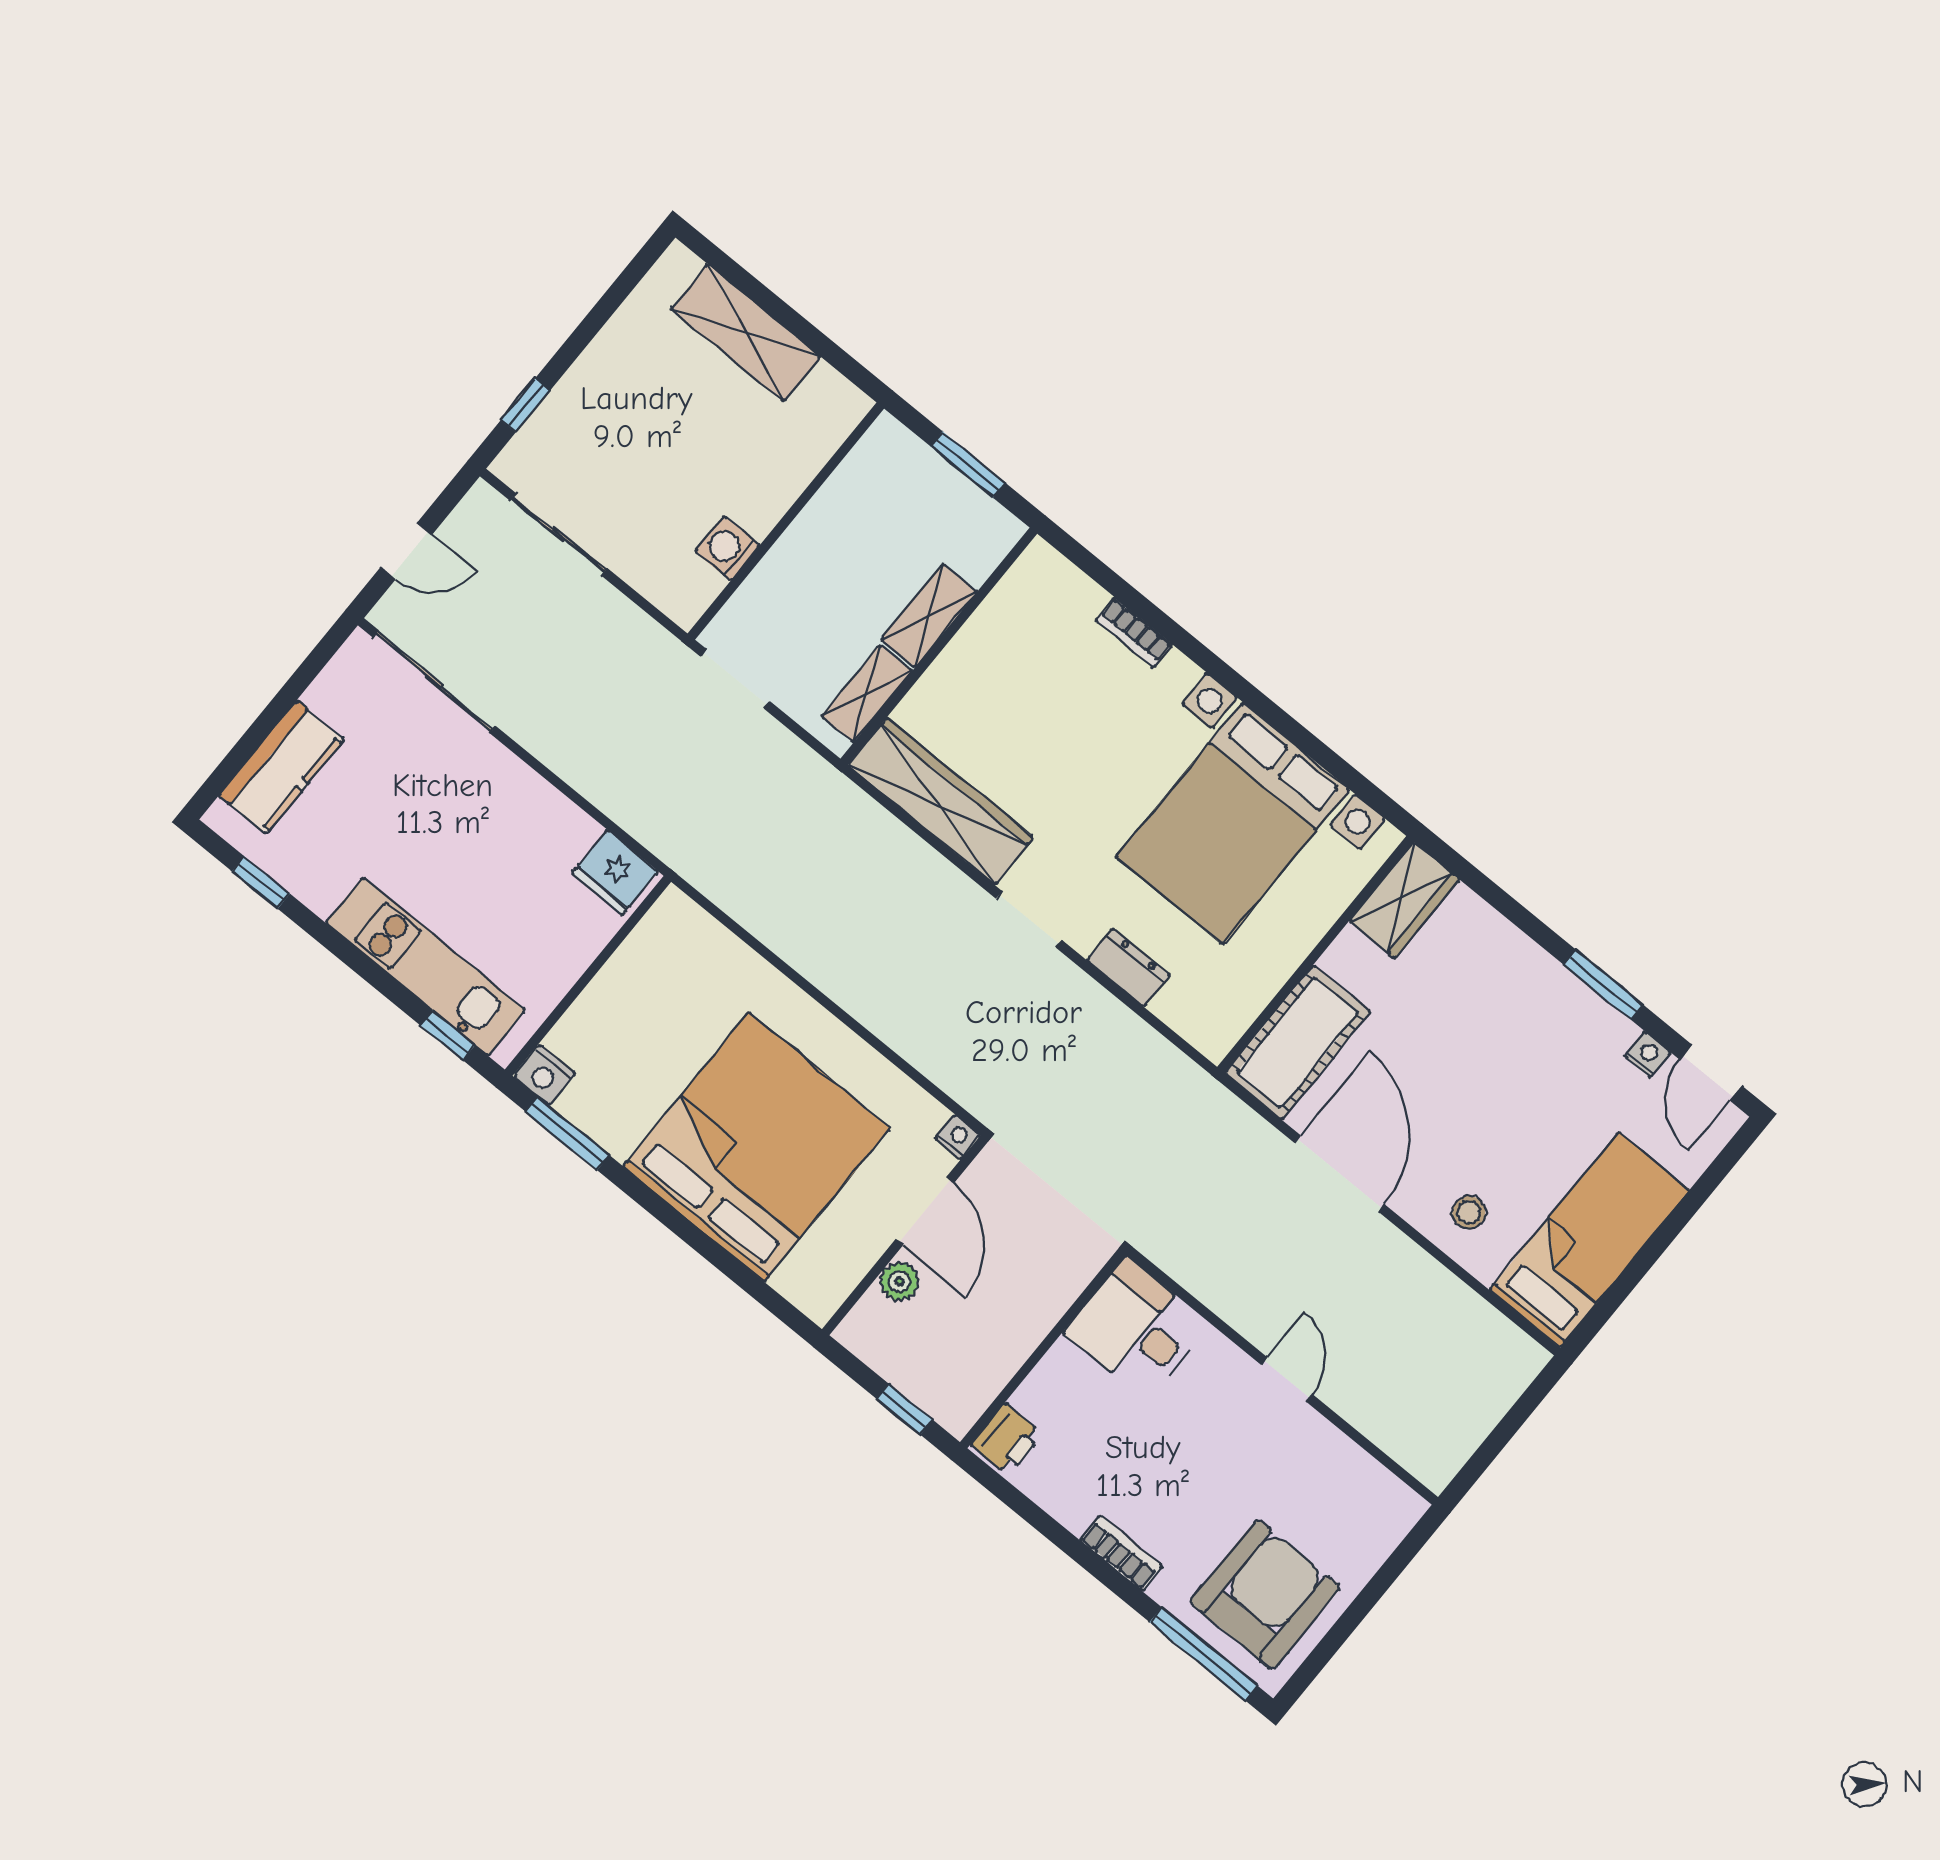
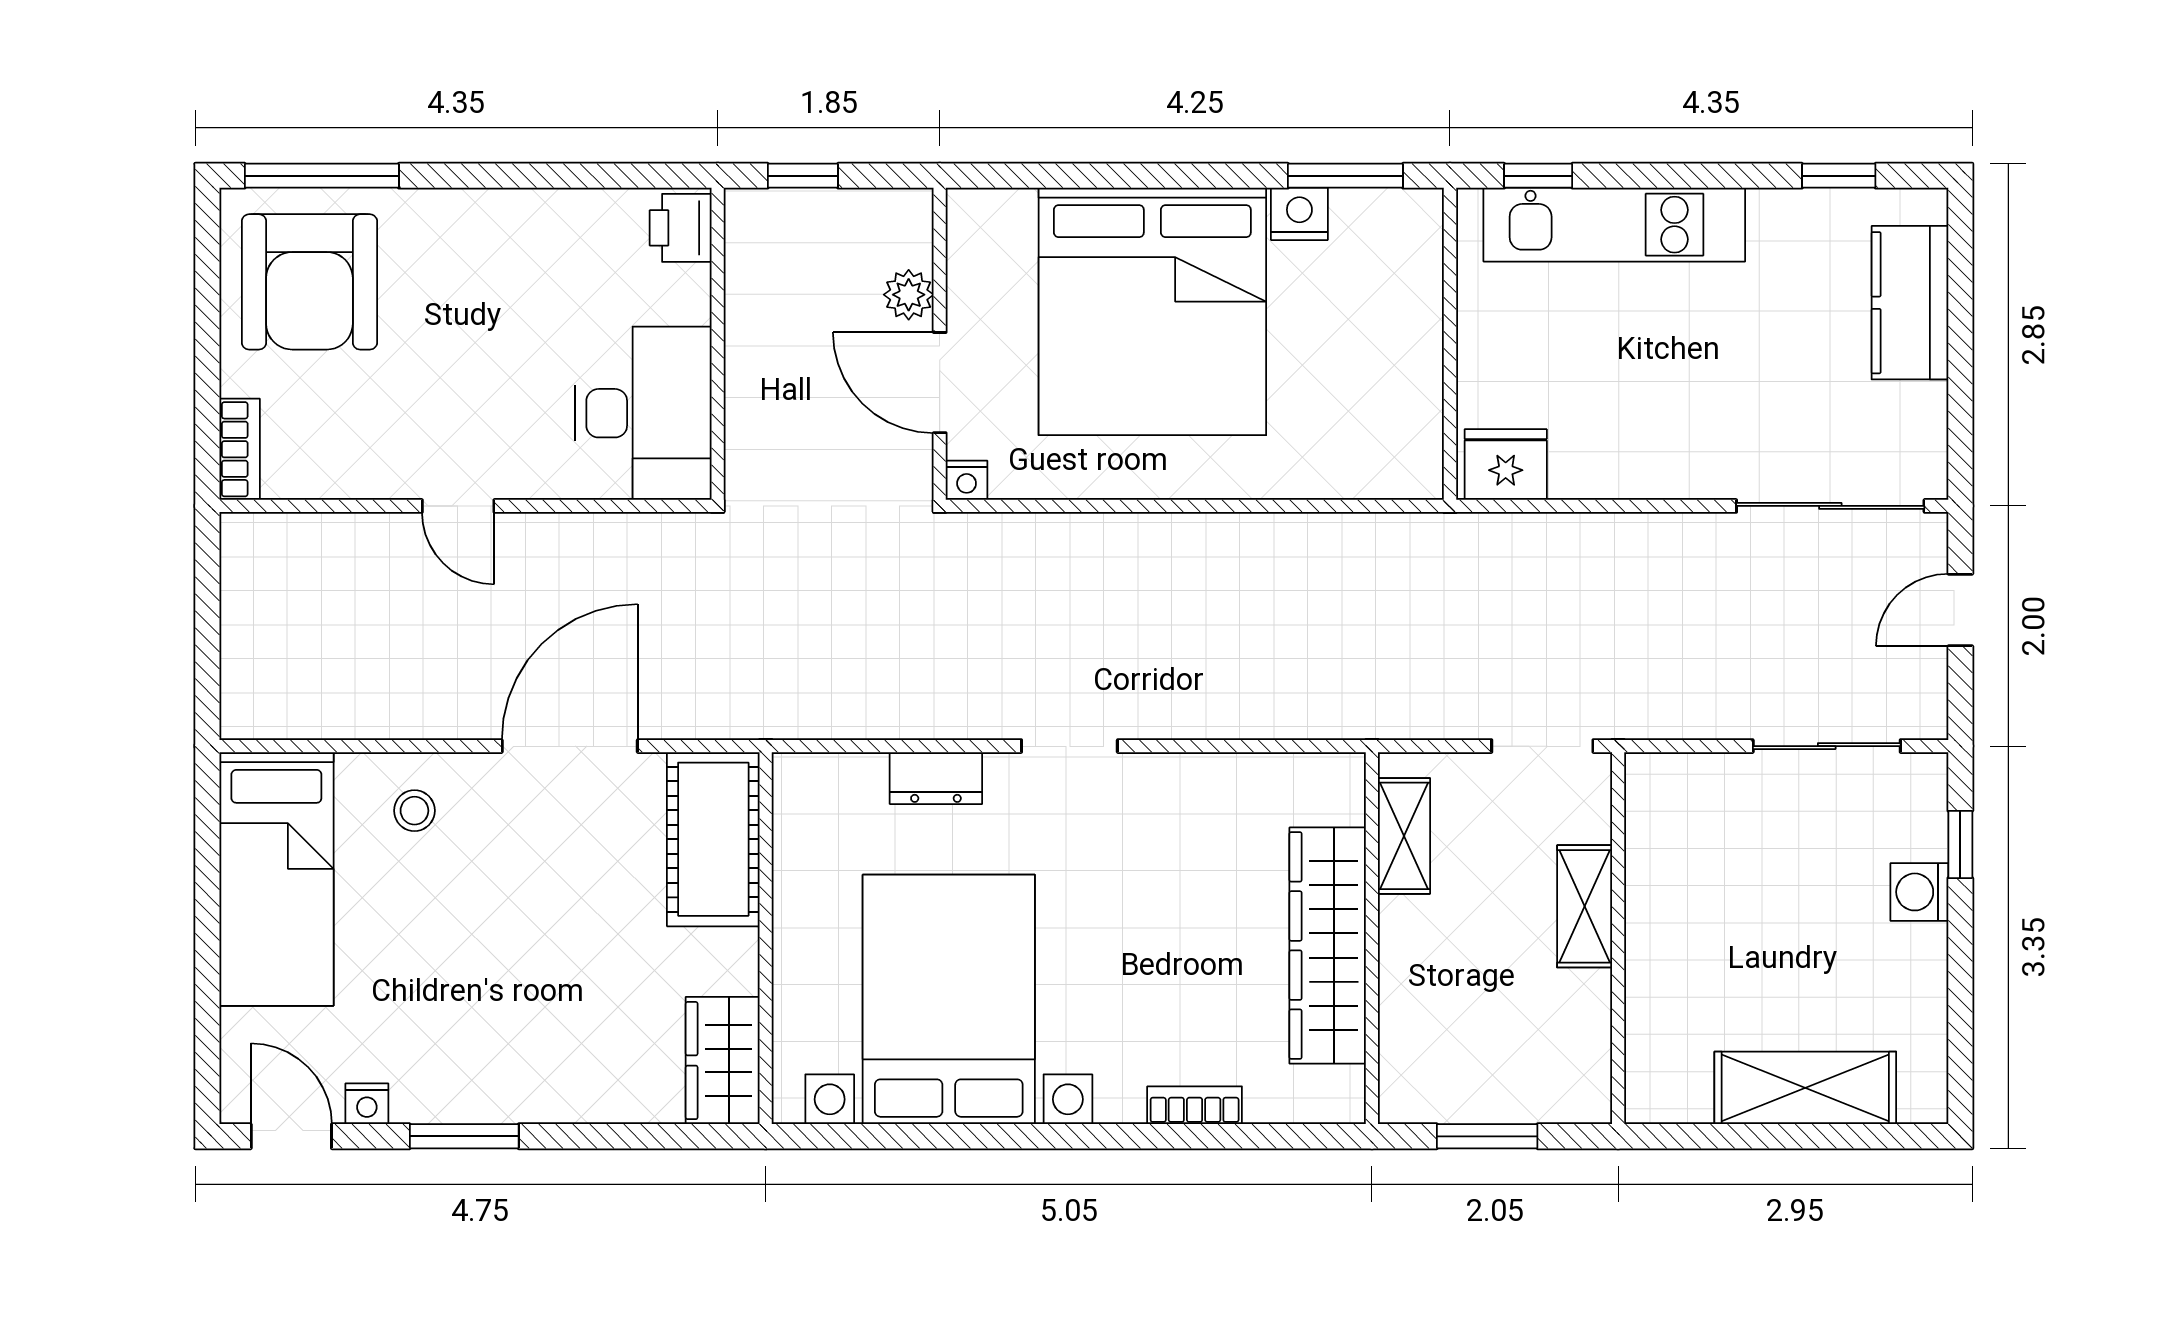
washing machine: (727, 548) -> (1919, 892), moved, turned 180
shelving: (929, 616) -> (1585, 906), moved
wardrobe: (941, 801) -> (1328, 946), moved, turned 90
nightstand: (545, 1075) -> (1299, 214), moved
door: (1339, 1174) -> (570, 746), swing flipped
desk: (1136, 1328) -> (643, 413), width x1.37
bookcase: (1121, 1553) -> (240, 449), moved, turned -90

